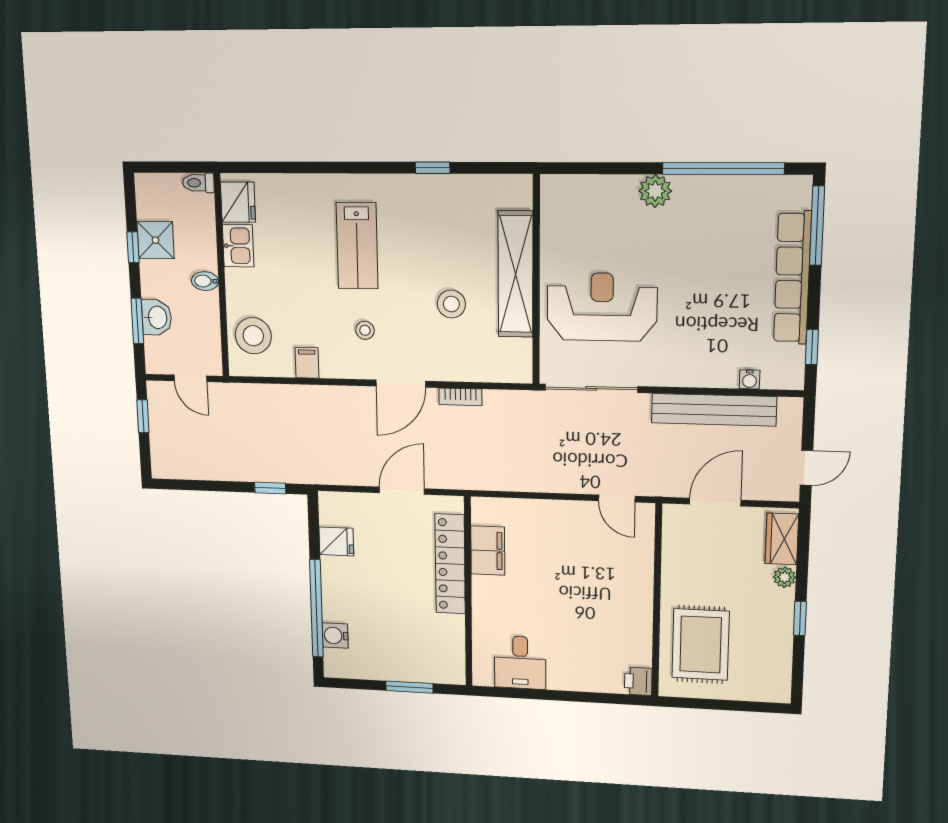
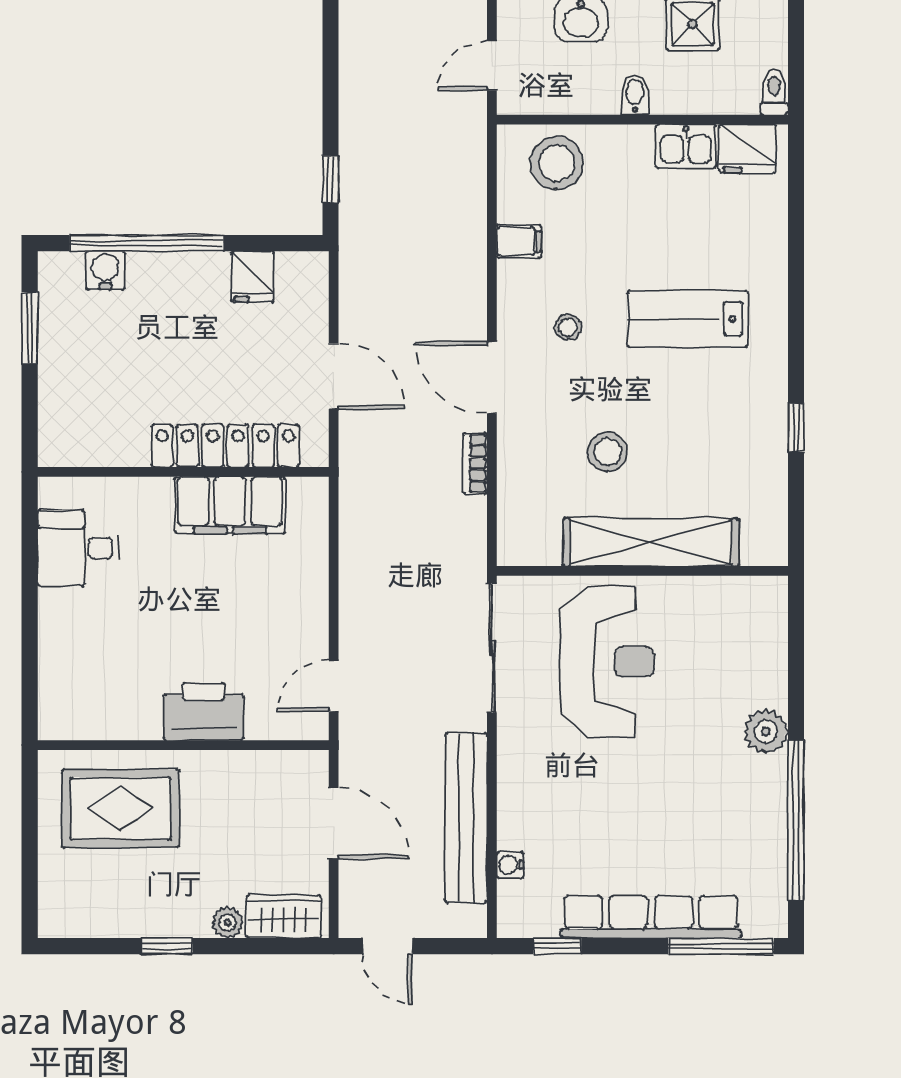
filing cabinet: (488, 551) -> (230, 505), width x1.50, depth x1.17
printer: (638, 681) -> (204, 711), moved, width x1.87, depth x1.48
window: (409, 687) -> (30, 328), moved

